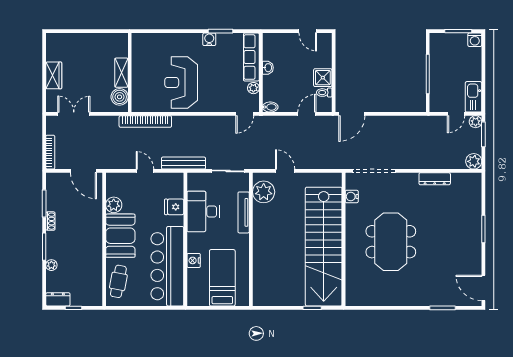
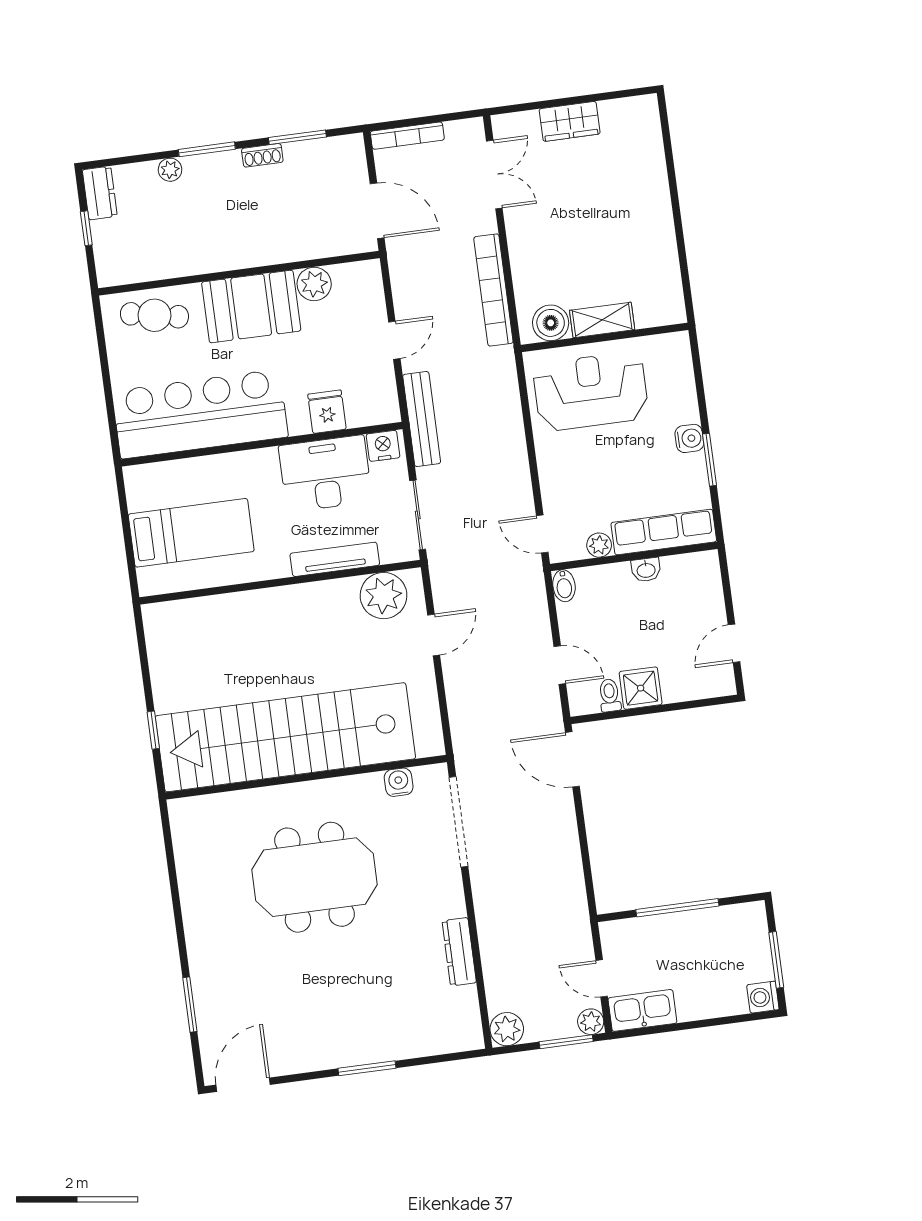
shelving: (121, 73) -> (602, 320), moved
wall: (130, 73) -> (605, 337), moved
boiler: (120, 97) -> (551, 323), moved
bookcase: (145, 122) -> (493, 290), moved
door: (83, 171) -> (377, 211), swing flipped
nightstand: (194, 260) -> (383, 446), moved

